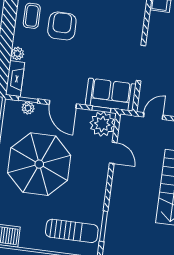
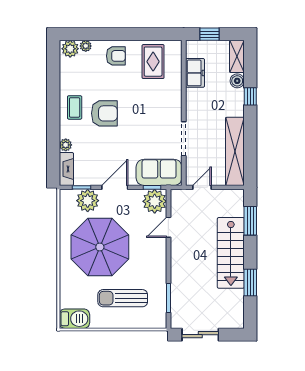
armchair: (62, 26) -> (104, 113), turned 90
door: (63, 104) -> (115, 187), swing flipped
plant: (28, 108) -> (88, 201), width x1.88, depth x1.88
door: (113, 153) -> (168, 227), swing flipped
sun lounger: (72, 231) -> (123, 298), moved, turned 180

